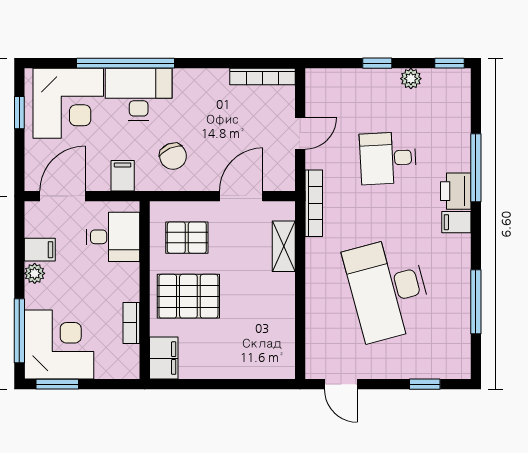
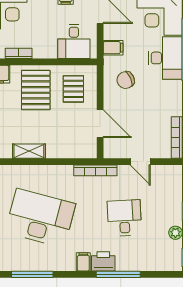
shelving: (284, 246) -> (29, 151), moved
desk: (388, 289) -> (40, 218), turned 30

